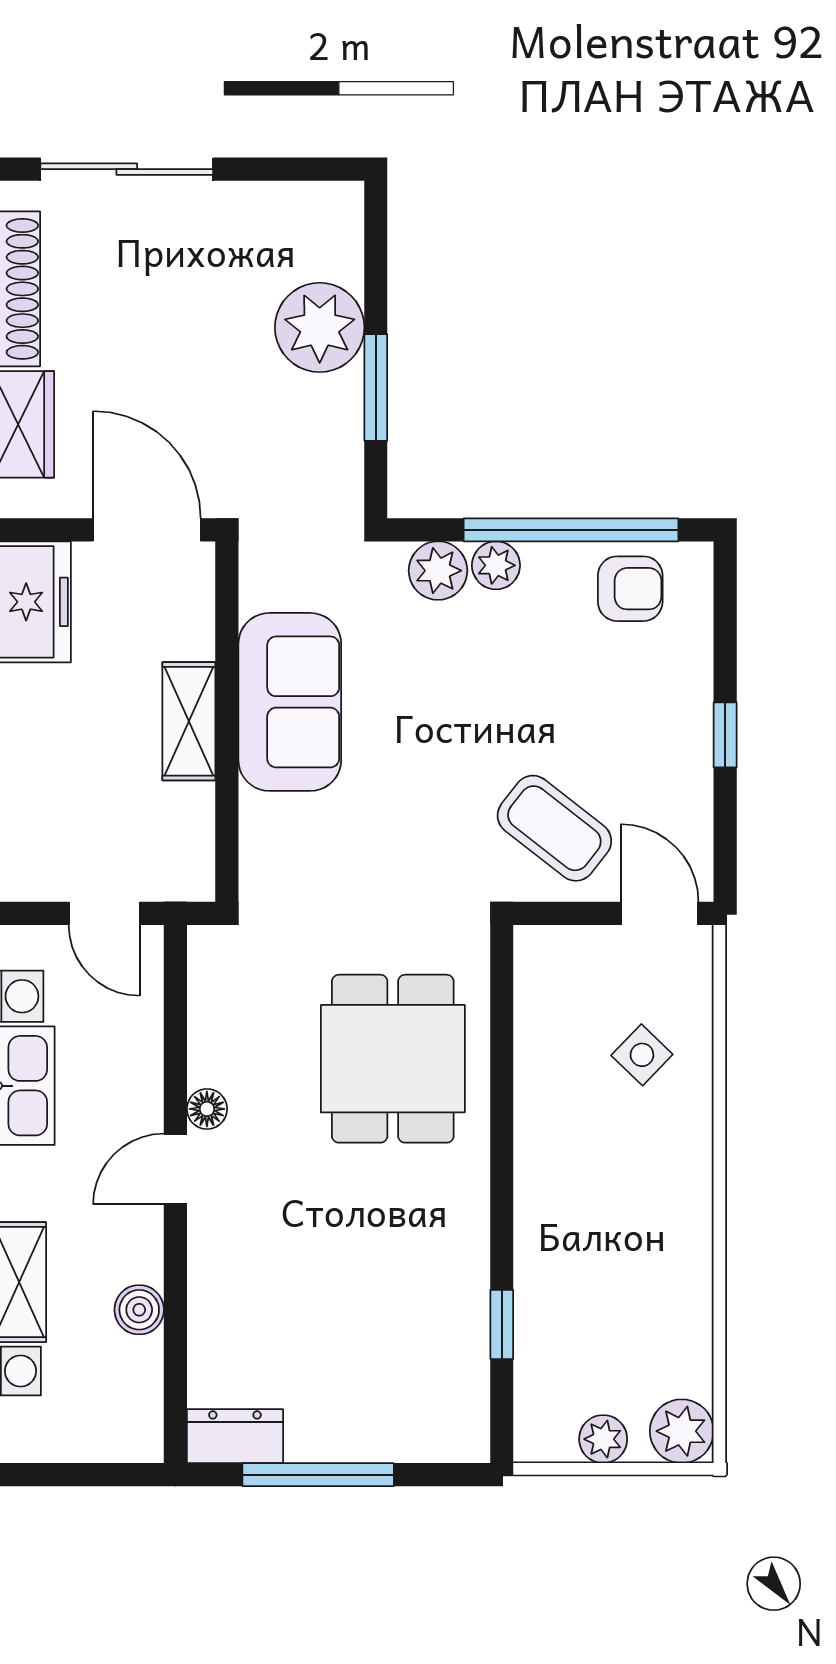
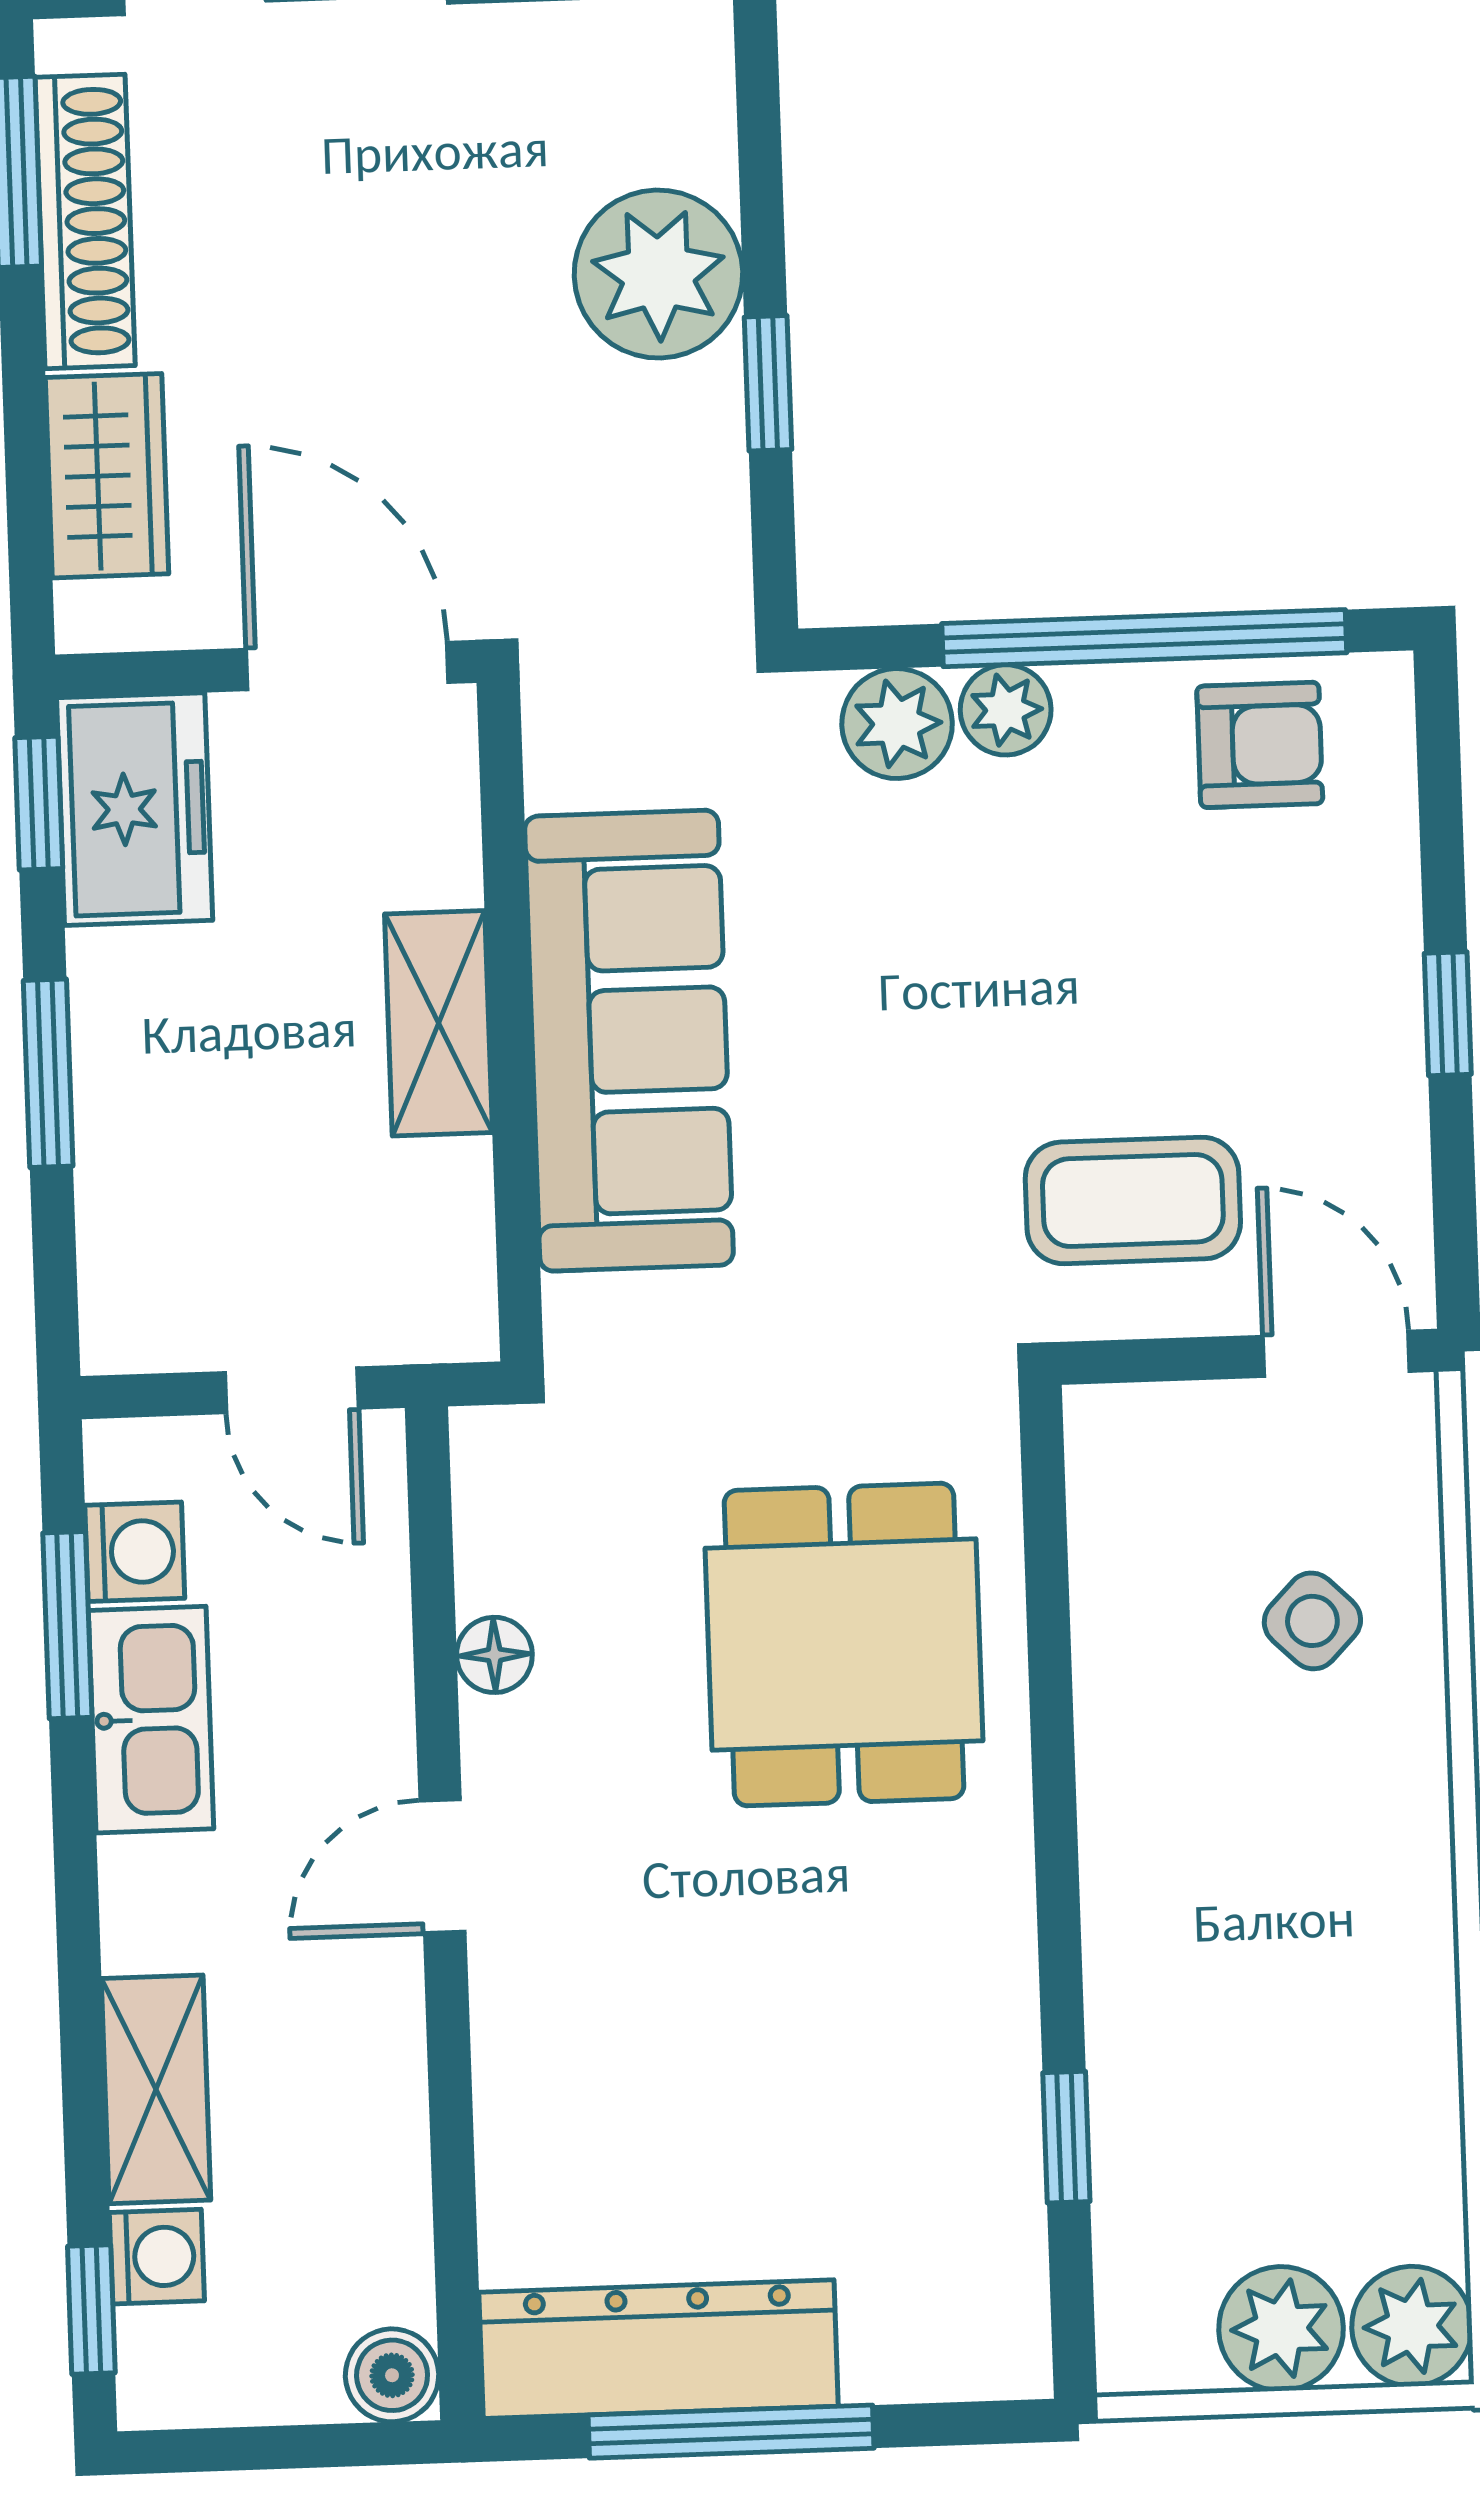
window: (376, 387) -> (768, 383), width x0.67
sofa: (290, 702) -> (629, 1041), width x1.36
coffee table: (554, 828) -> (1133, 1200), turned -38
floor lamp: (207, 1109) -> (494, 1655), moved
boiler: (139, 1310) -> (392, 2375), moved
dresser: (235, 1436) -> (659, 2349), width x1.96, depth x1.24
plant: (603, 1439) -> (1281, 2329), width x1.38, depth x1.38

